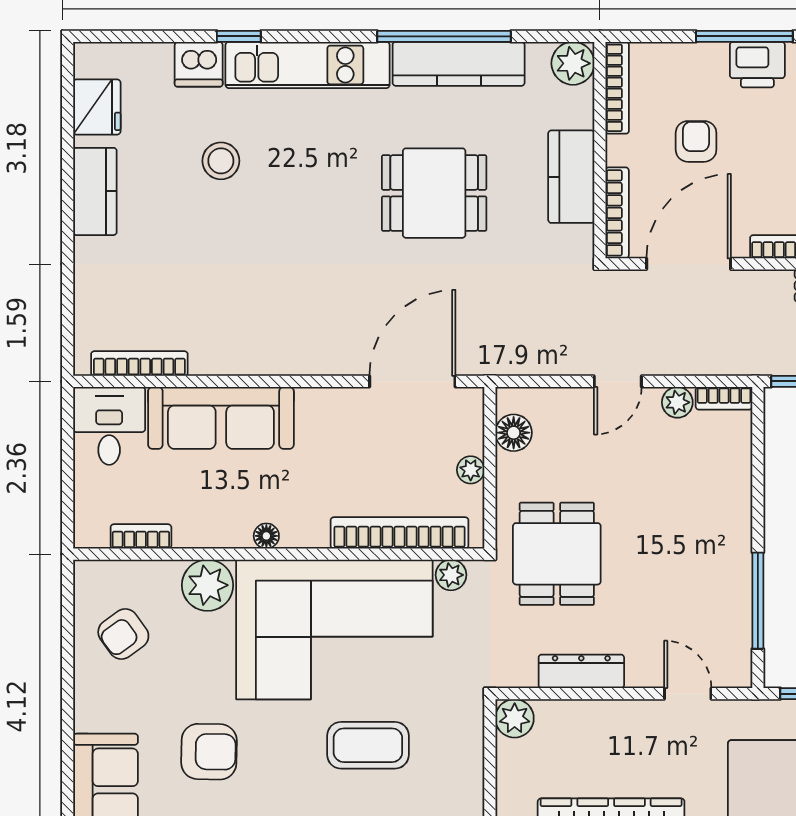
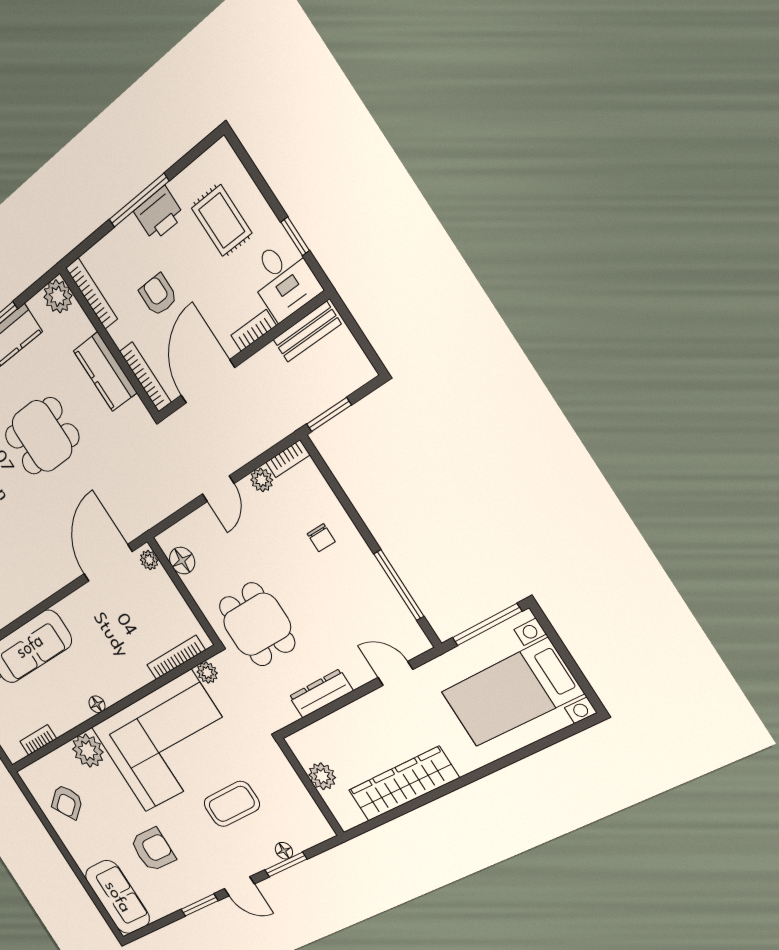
plant: (471, 470) -> (149, 560), moved
chair: (704, 502) -> (321, 538), added
bookcase: (400, 533) -> (176, 657), width x0.68, depth x0.76
plant: (515, 718) -> (322, 776), moved

